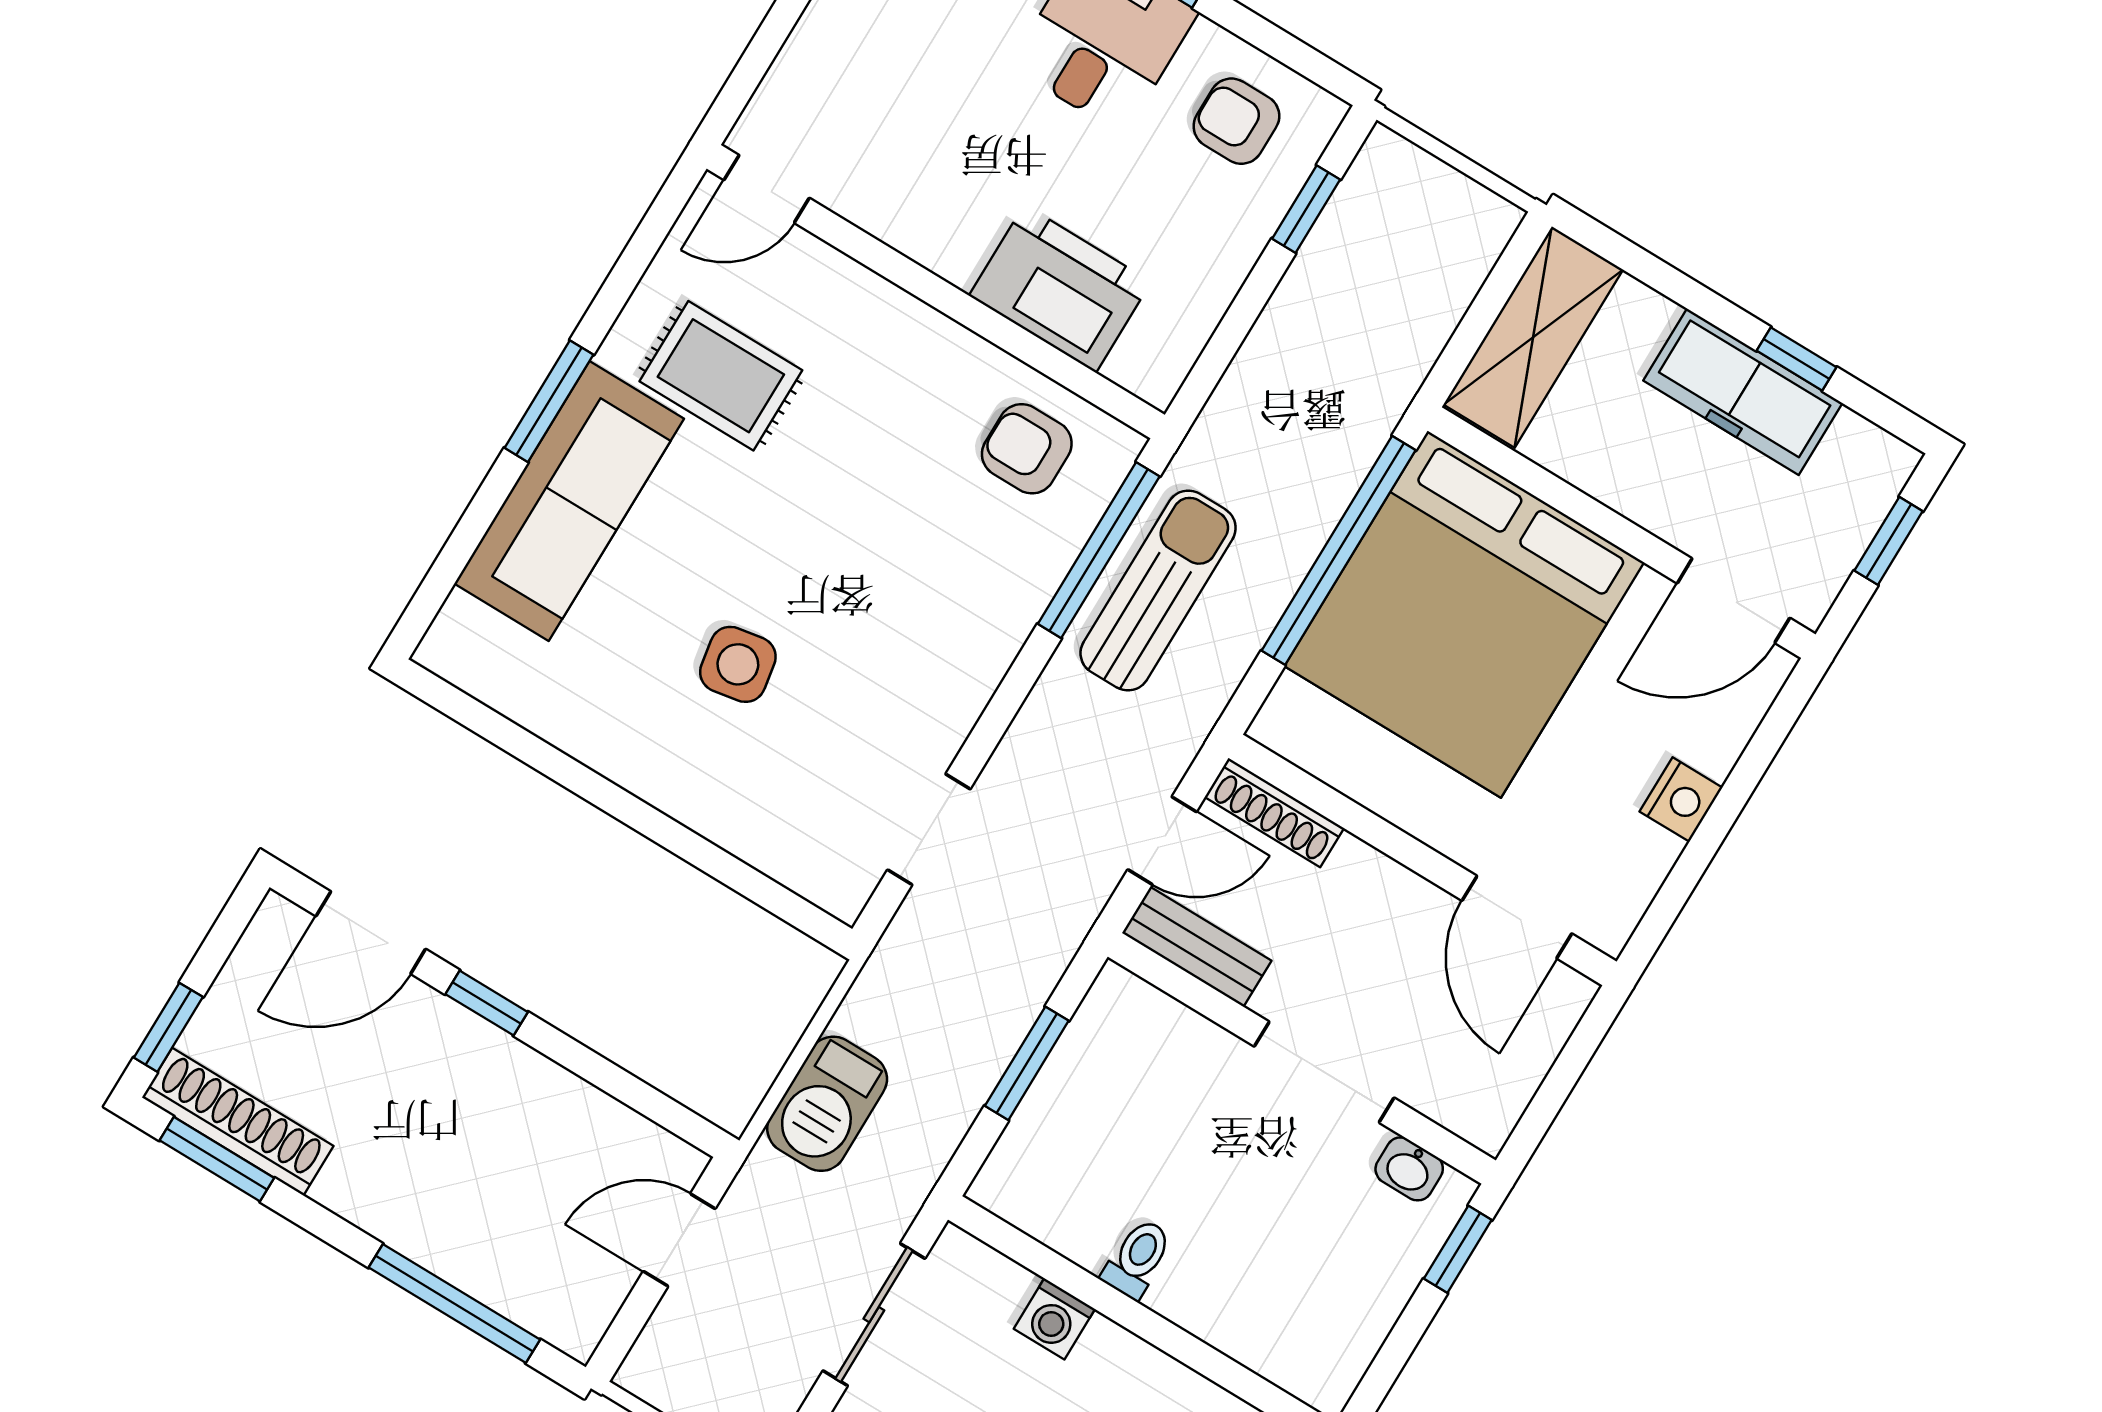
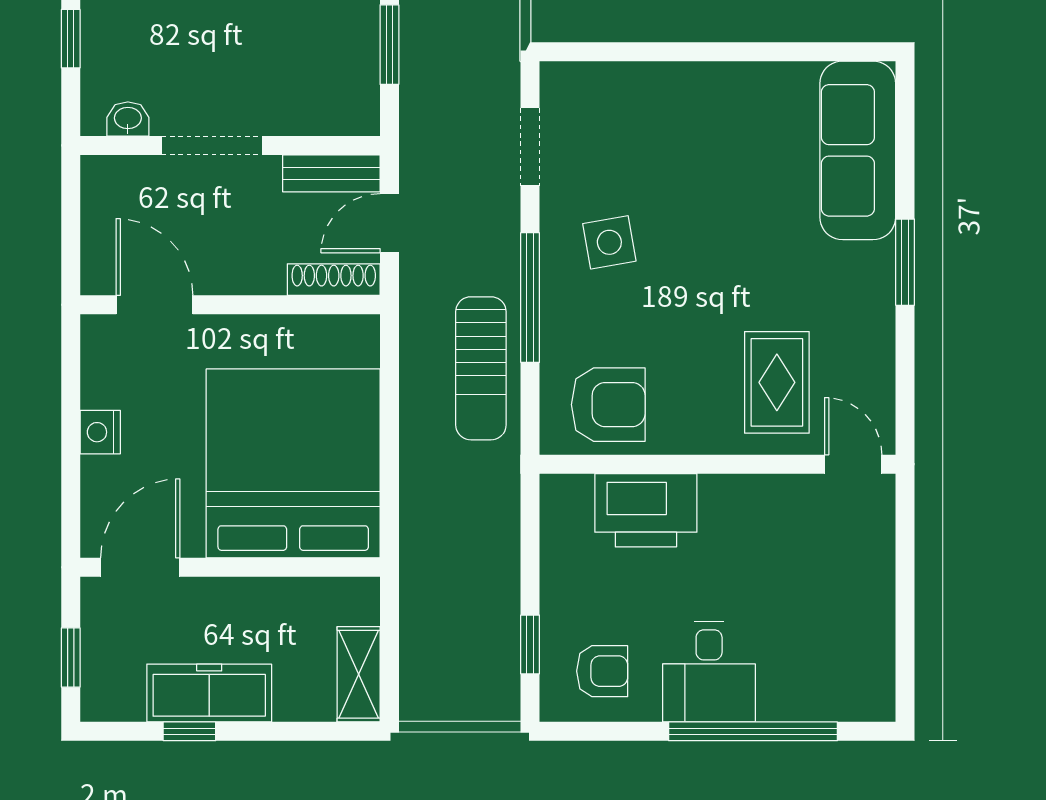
door: (767, 189) -> (853, 464), hinge flipped
shelving: (1533, 337) -> (359, 674), width x0.67, depth x0.75
rug: (721, 376) -> (777, 382), moved, turned 90
armchair: (1027, 449) -> (608, 405), width x1.38, depth x1.38
sofa: (569, 501) -> (858, 150), moved
window: (1099, 550) -> (530, 298), moved
window: (1339, 550) -> (389, 456), removed
side table: (738, 664) -> (609, 242), moved
window: (1458, 1249) -> (71, 39), moved

